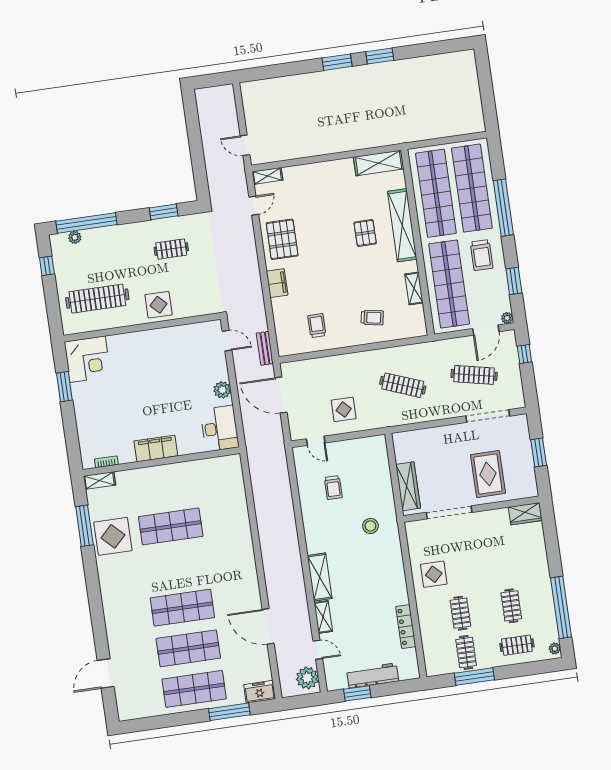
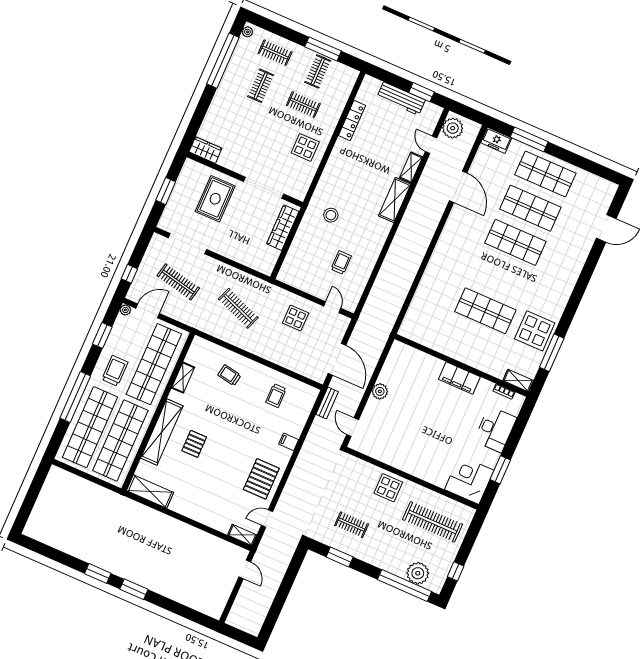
plant: (75, 237) -> (418, 573), width x1.87, depth x1.87
filing cabinet: (277, 283) -> (289, 442), width x0.50
desk: (220, 428) -> (495, 429), moved, turned 180
clothes rail: (460, 613) -> (303, 105), turned 90

